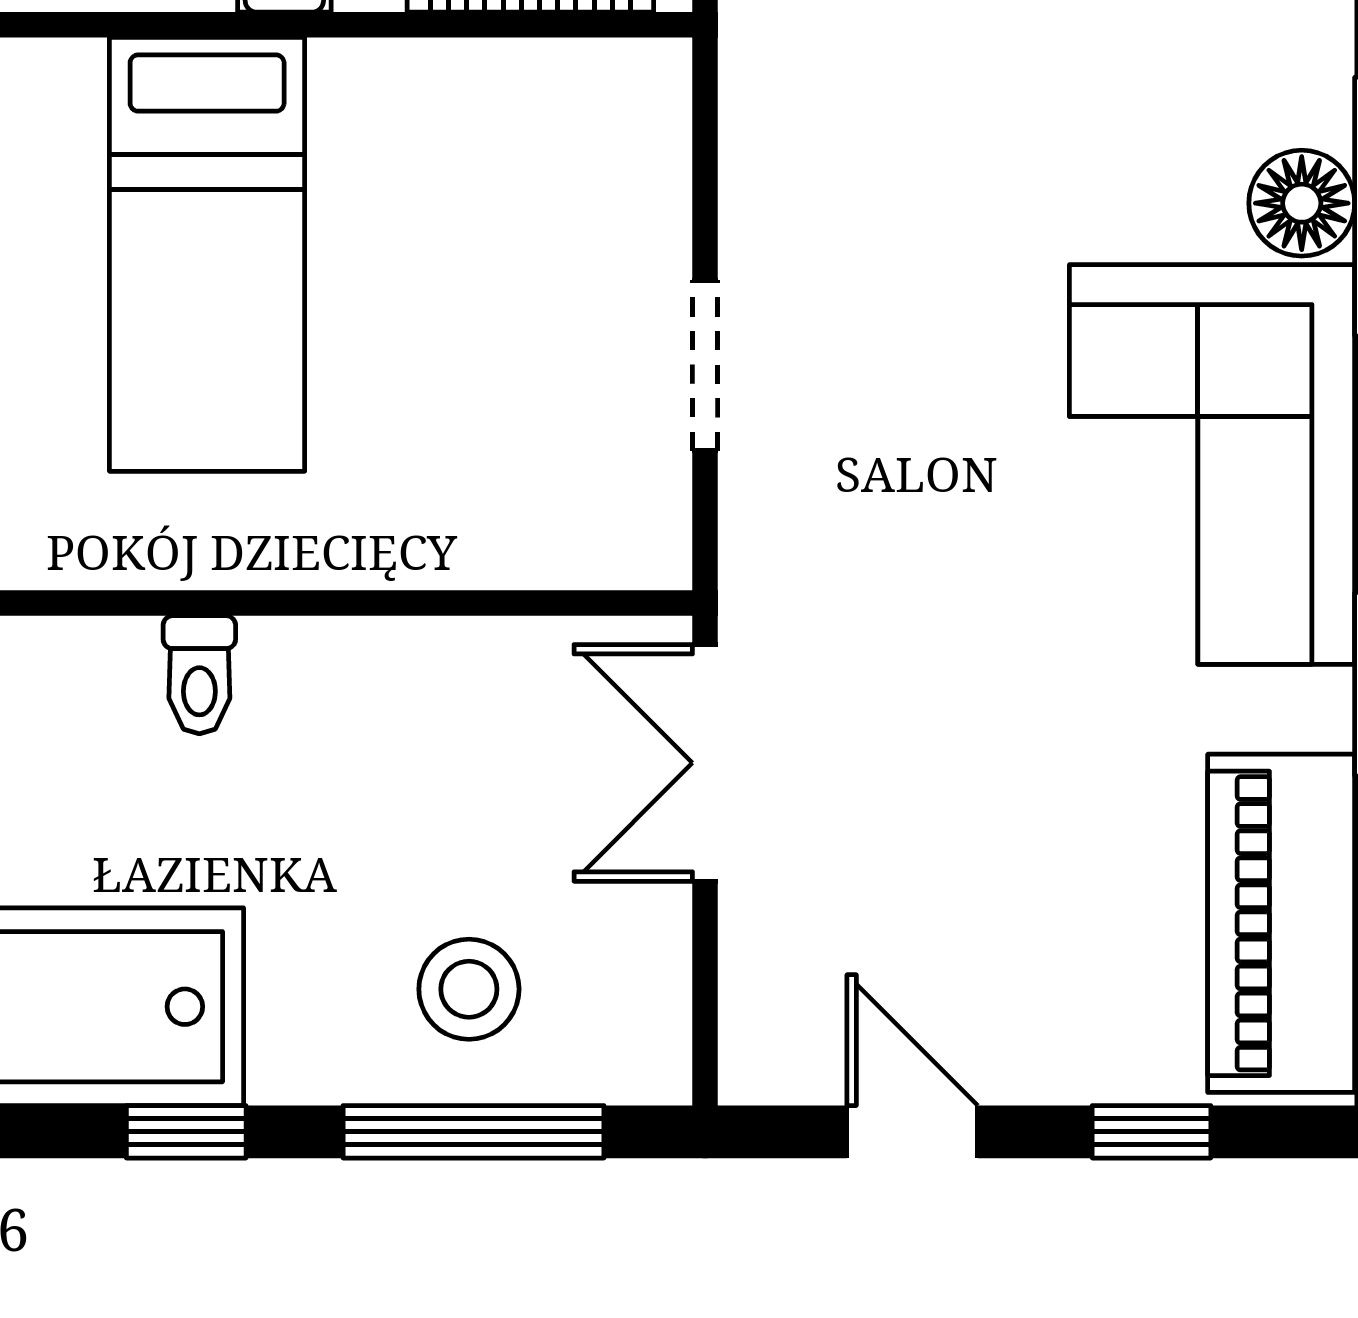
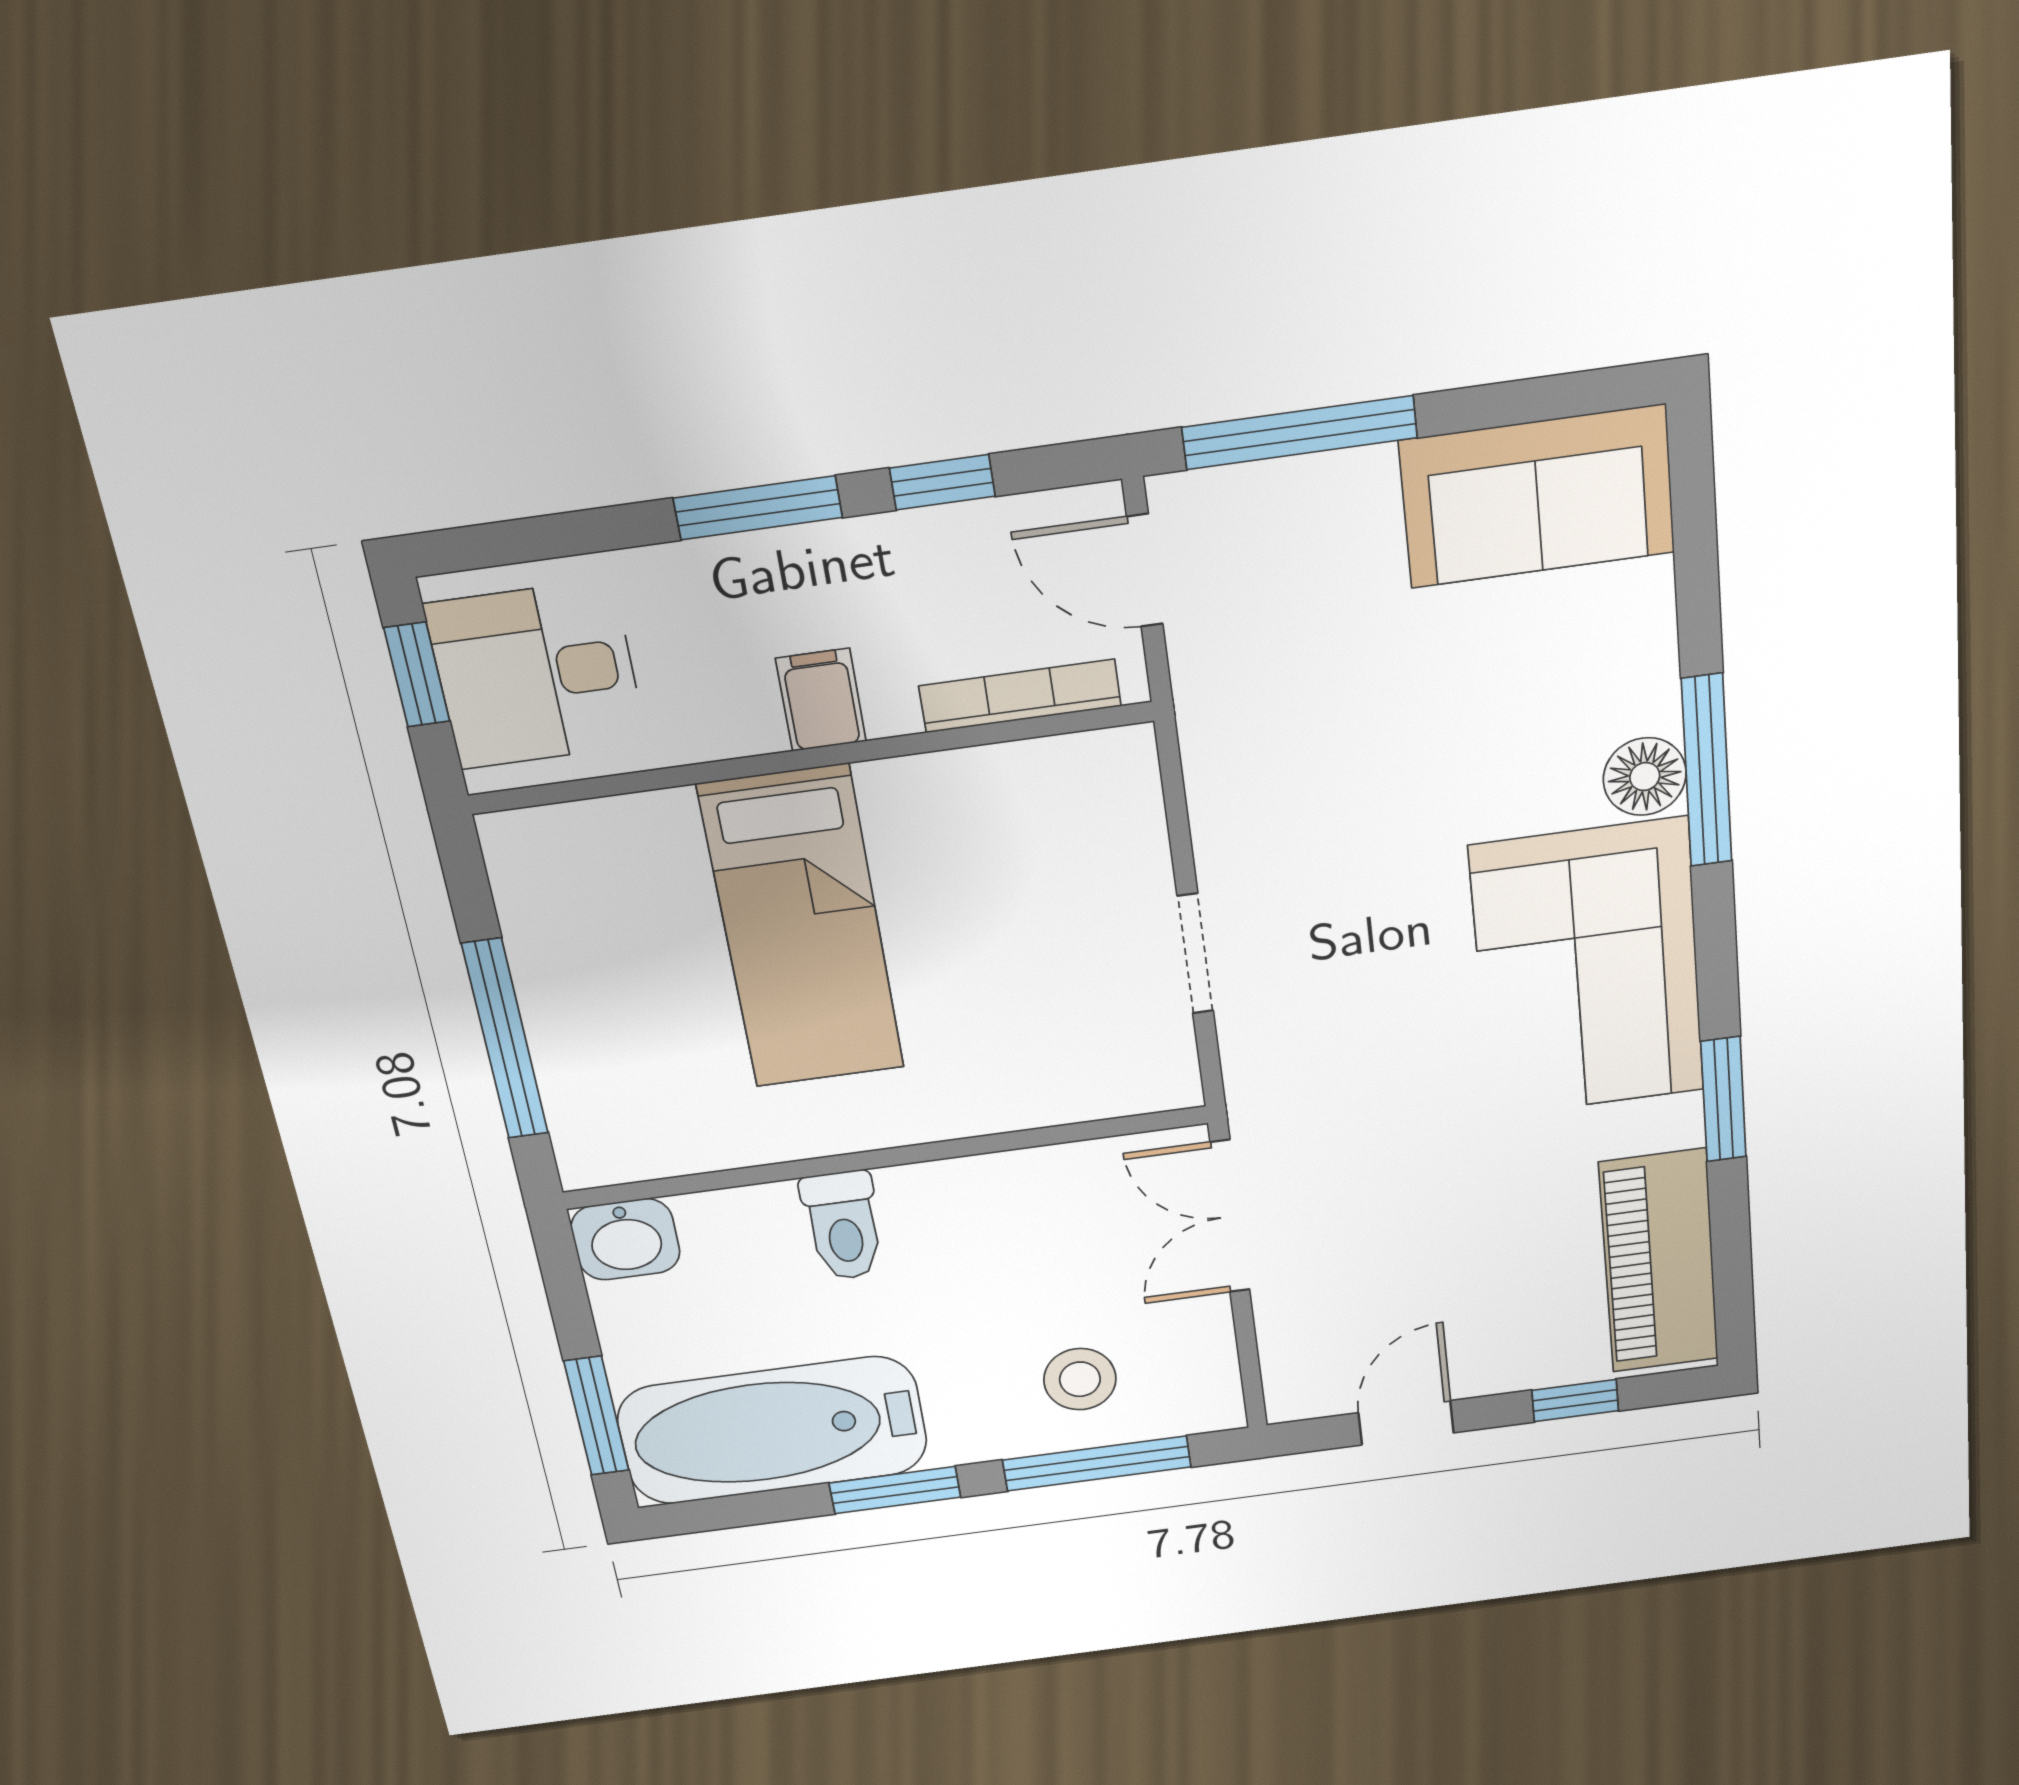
toilet: (199, 675) -> (843, 1226), width x1.37, depth x1.39
window: (186, 1132) -> (895, 1490), width x1.50
door: (912, 1132) -> (1406, 1423), hinge flipped

